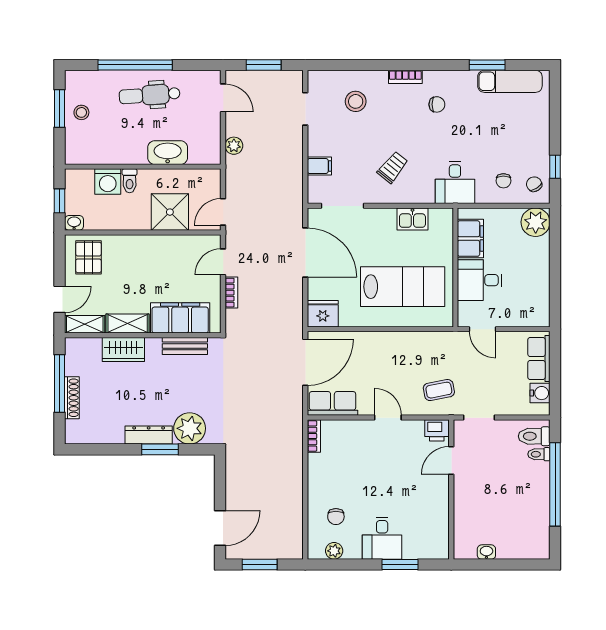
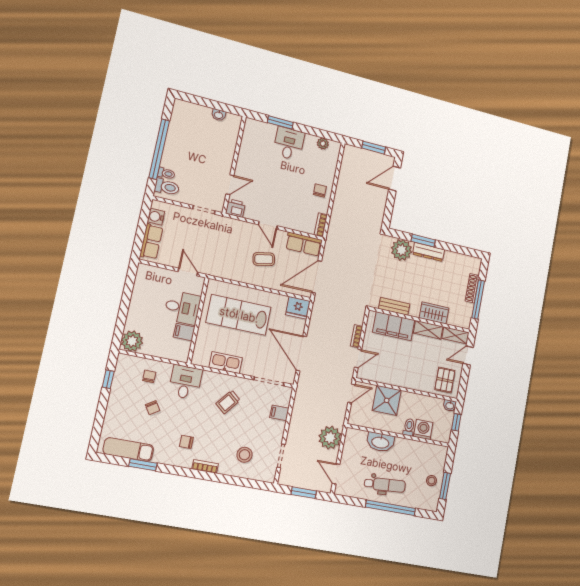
plant: (234, 146) -> (330, 438), width x1.87, depth x1.87
chair: (534, 184) -> (153, 408), moved
kitchen sink: (412, 219) -> (226, 363), width x1.38
filing cabinet: (470, 239) -> (184, 332), width x0.50
coffee table: (439, 390) -> (264, 259), moved
chair: (336, 517) -> (320, 191), moved

